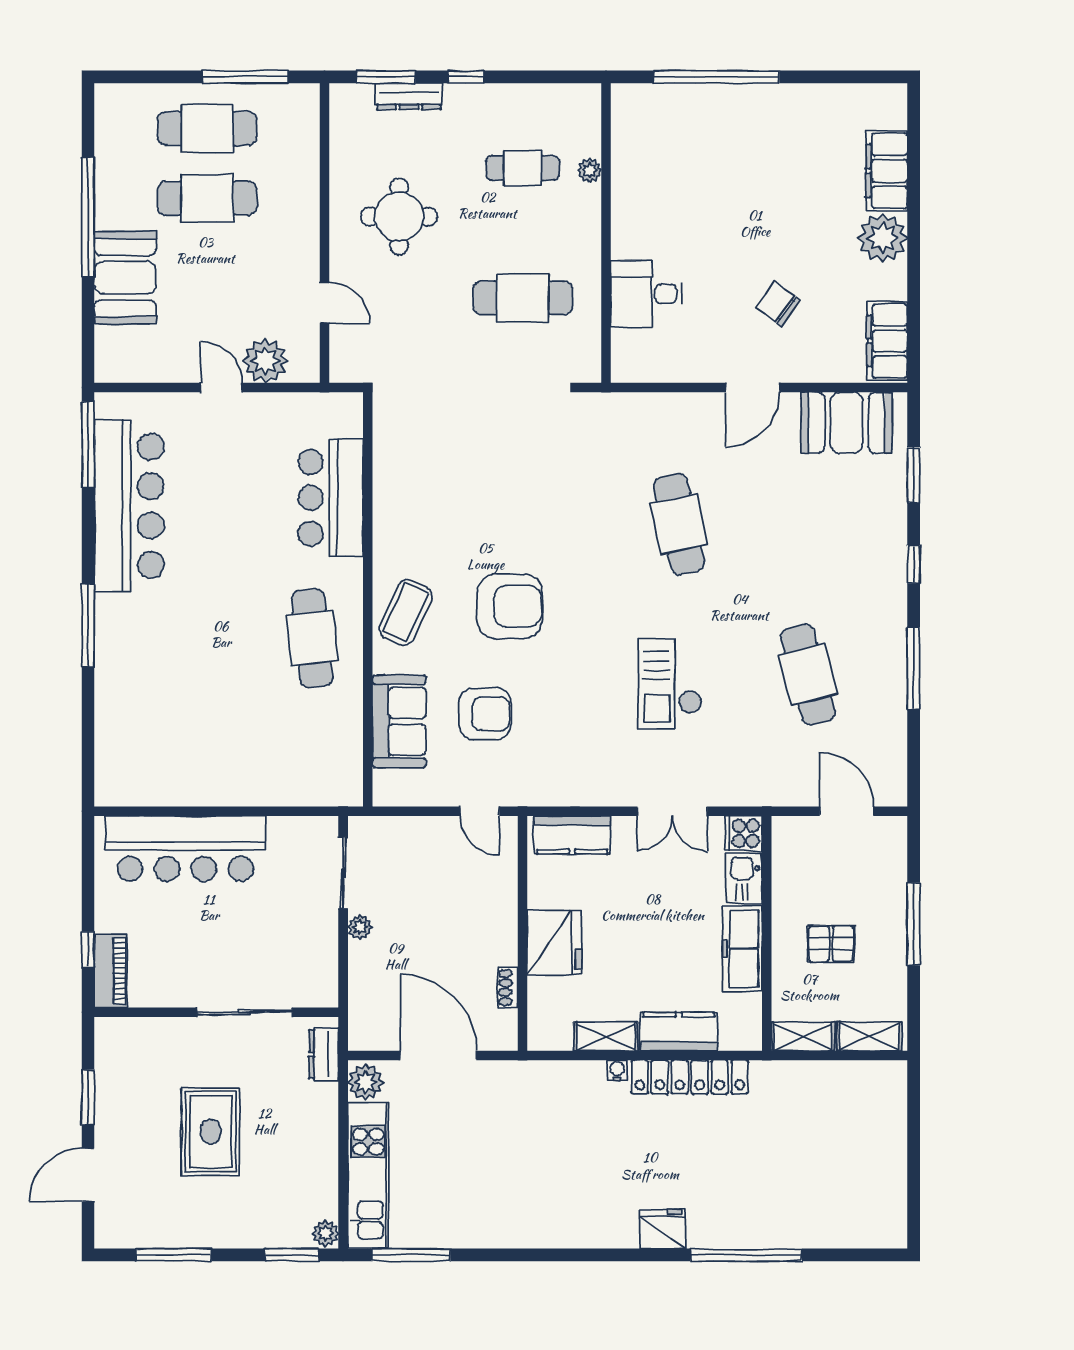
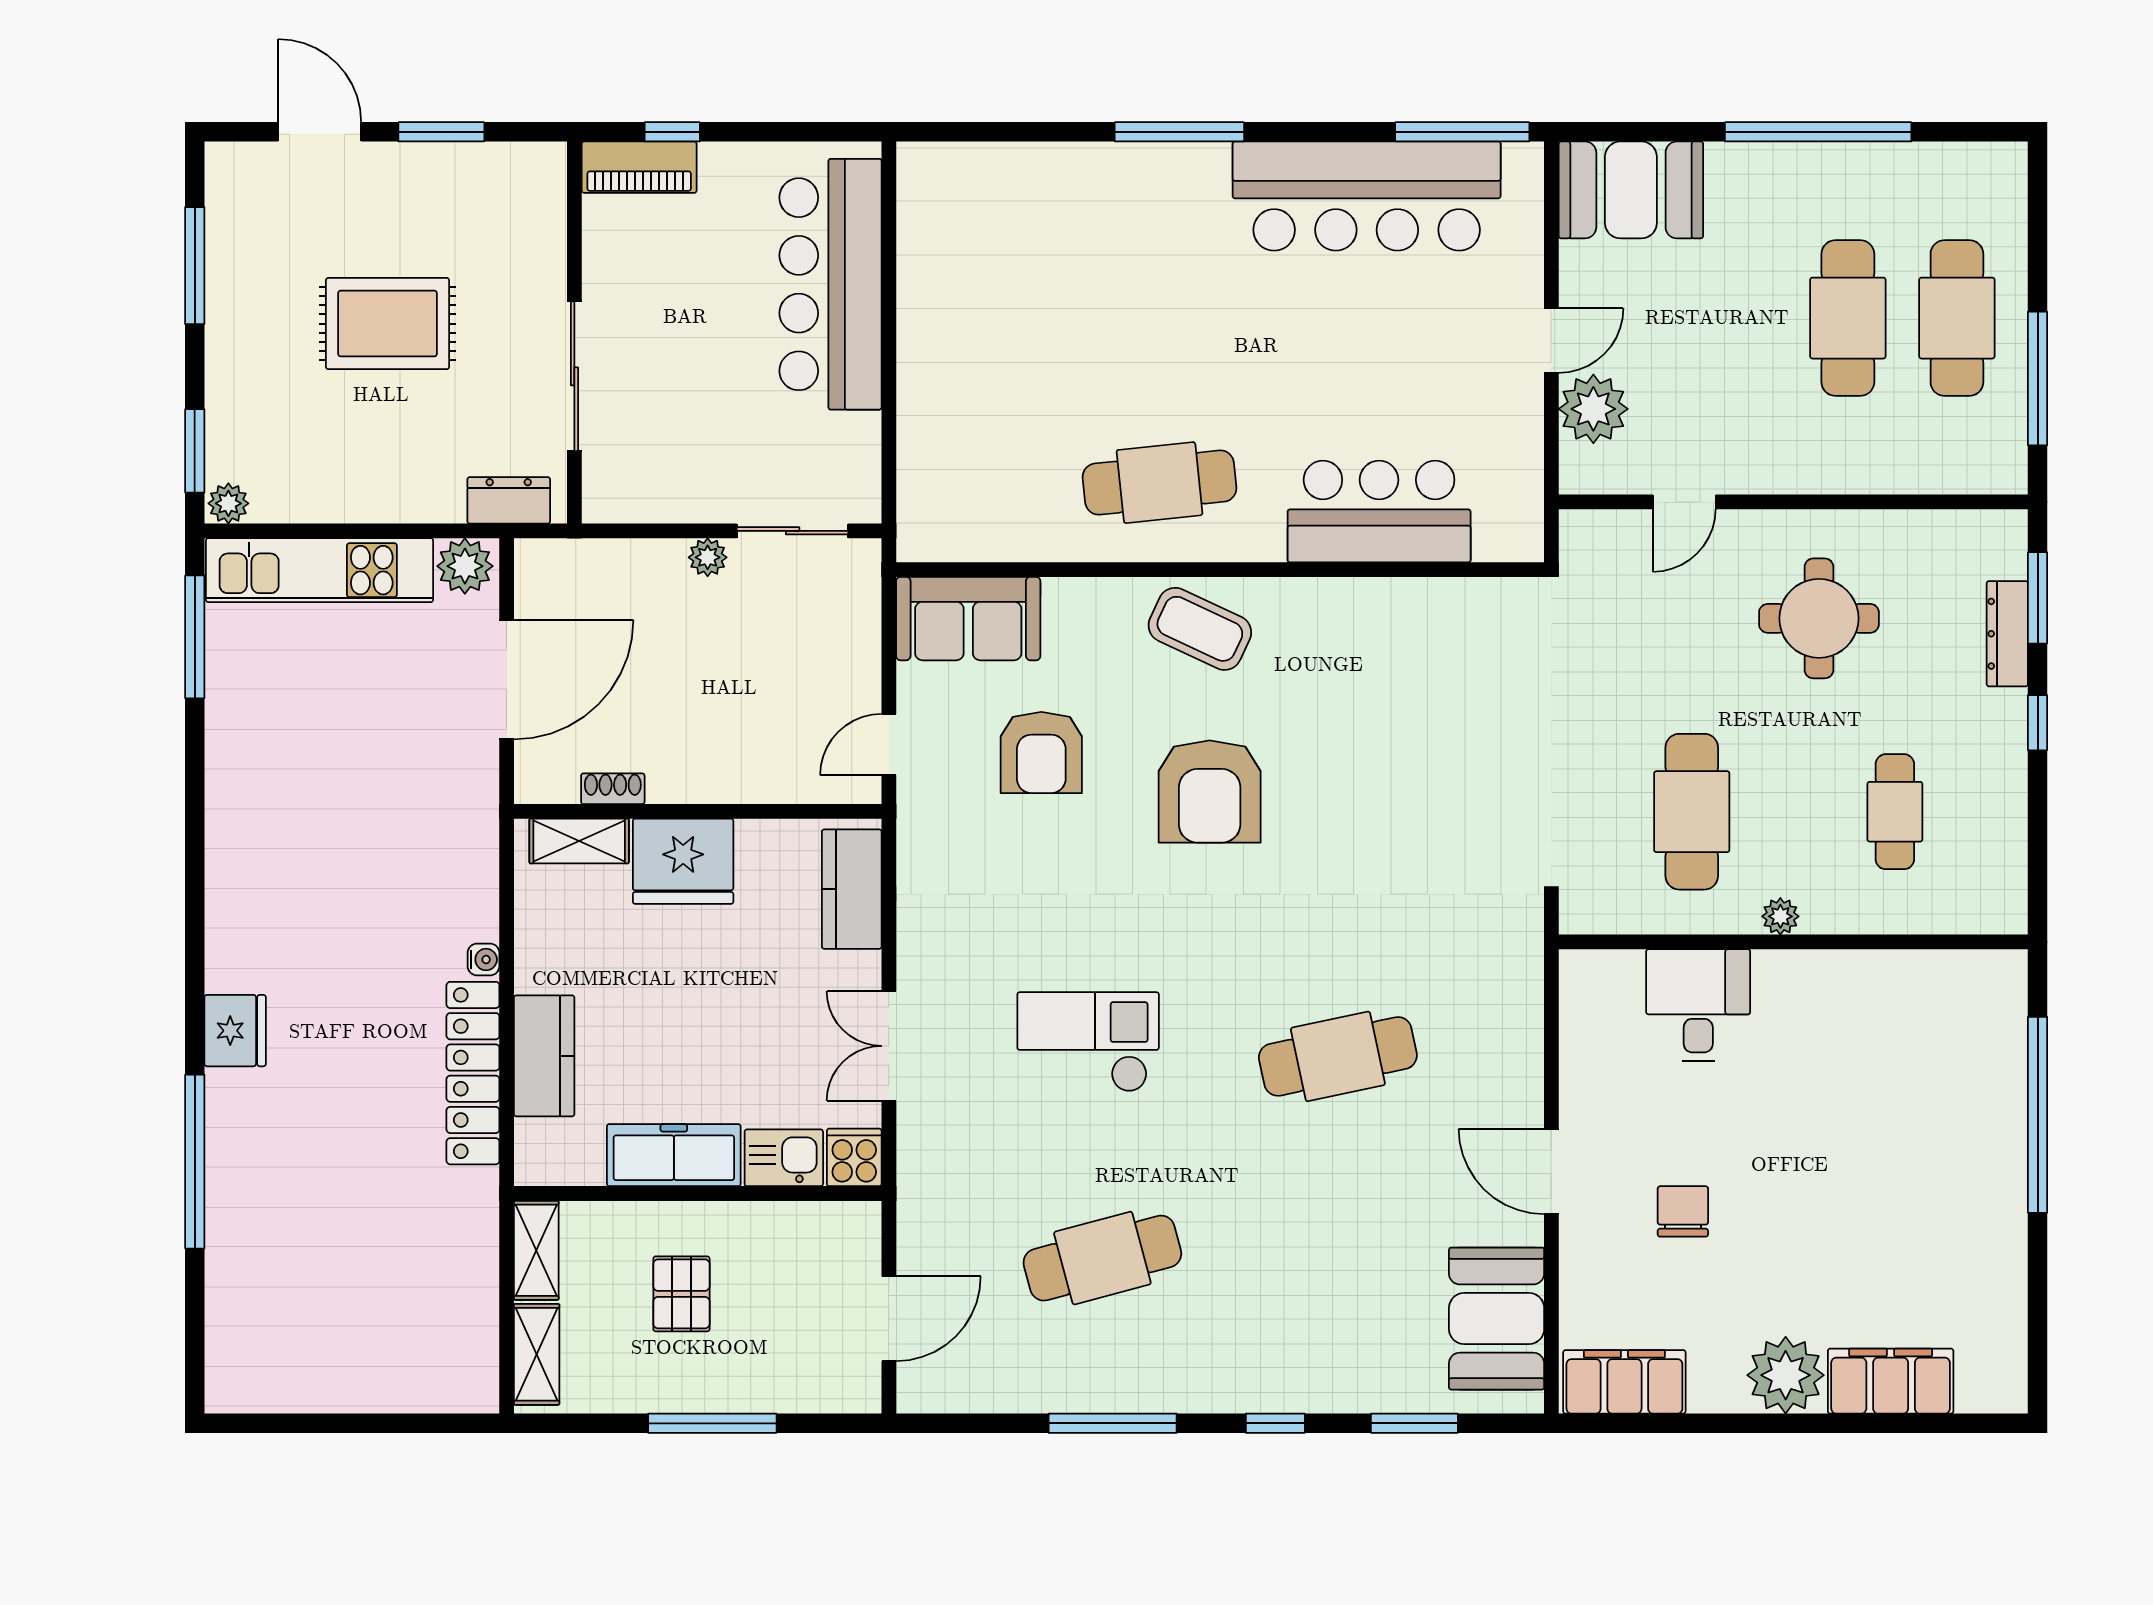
plant: (590, 170) -> (1780, 916), moved
booth: (125, 278) -> (1631, 190), moved
chair: (778, 304) -> (1683, 1211), turned -36
sofa: (399, 721) -> (968, 619), moved
shelving: (606, 1036) -> (579, 841), moved, turned 90

